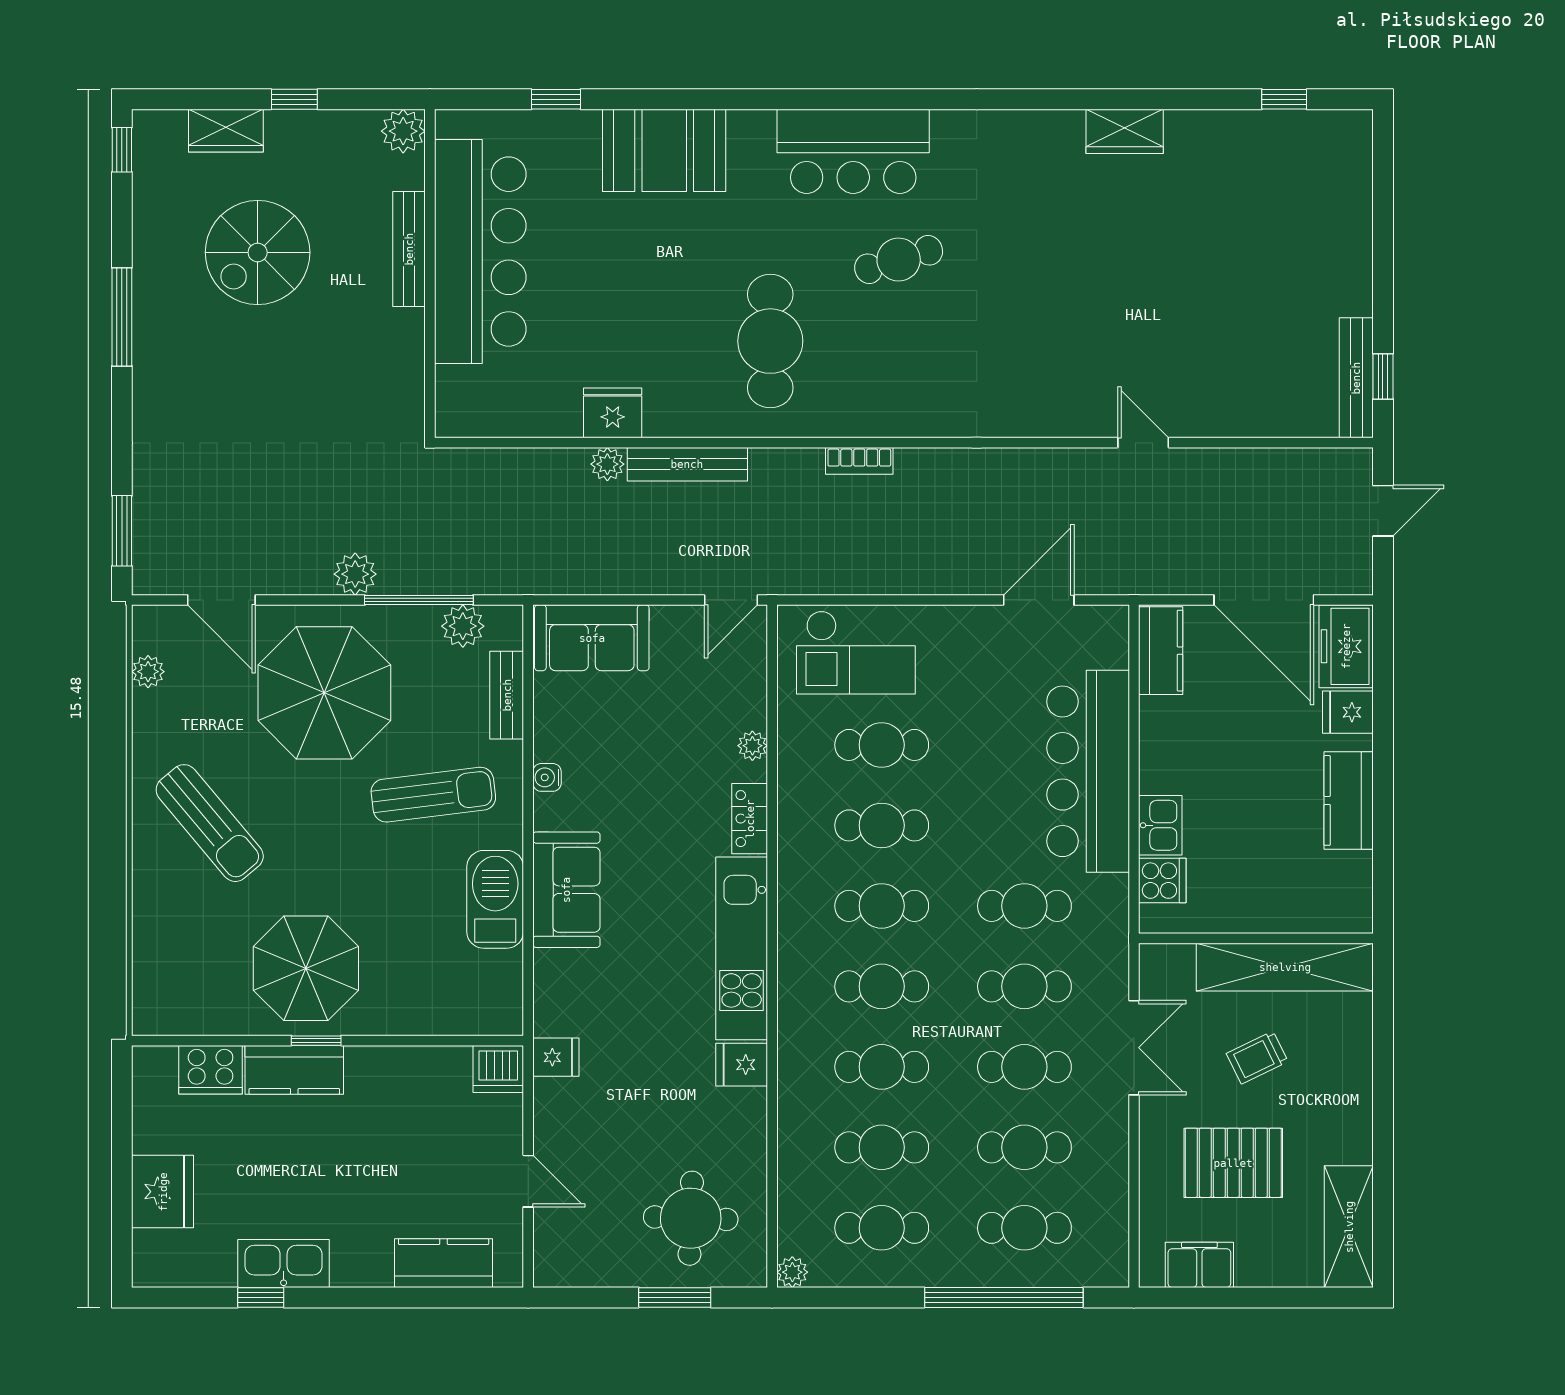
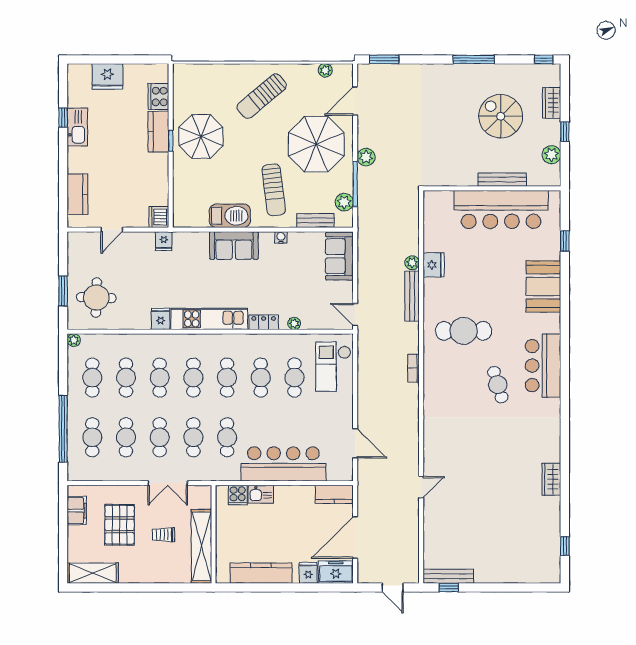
plant: (403, 131) -> (552, 155), moved
kitchen counter: (1349, 800) -> (261, 573), width x1.50
trolley: (1257, 1058) -> (164, 535), turned -64

